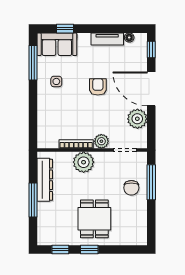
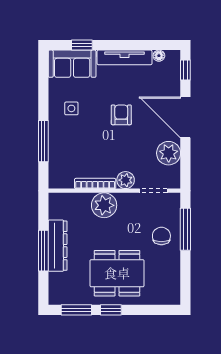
tv unit: (107, 39) -> (125, 57), width x1.41
window: (33, 63) -> (43, 141), moved
dresser: (45, 180) -> (58, 246), moved
chair: (131, 188) -> (161, 236), turned 180
dining table: (94, 219) -> (117, 273), width x1.38
window: (60, 249) -> (76, 310), width x1.50

